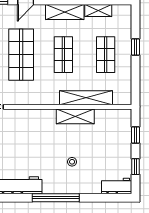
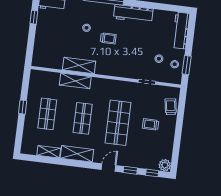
window: (136, 47) -> (23, 107), moved
shelving: (86, 98) -> (75, 81), width x0.68
window: (136, 135) -> (31, 44), removed
trolley: (45, 153) -> (108, 38), added

